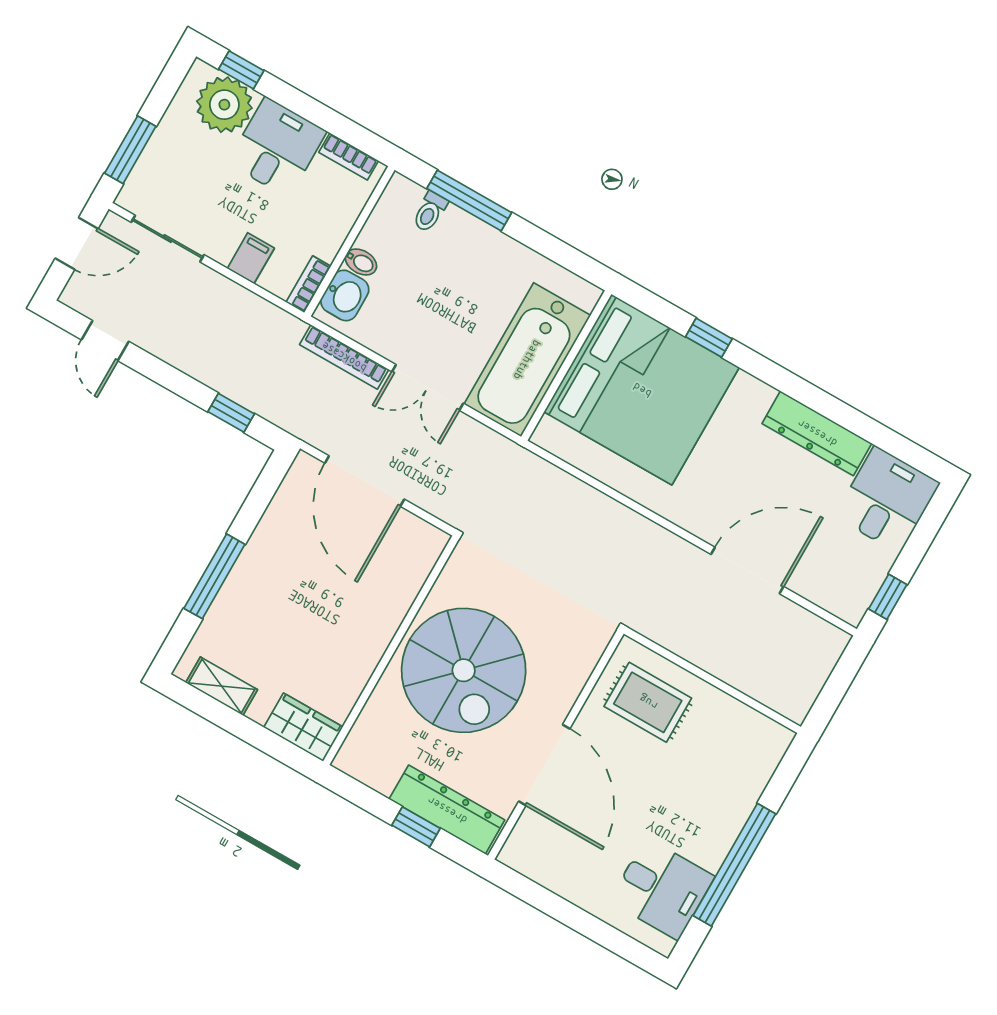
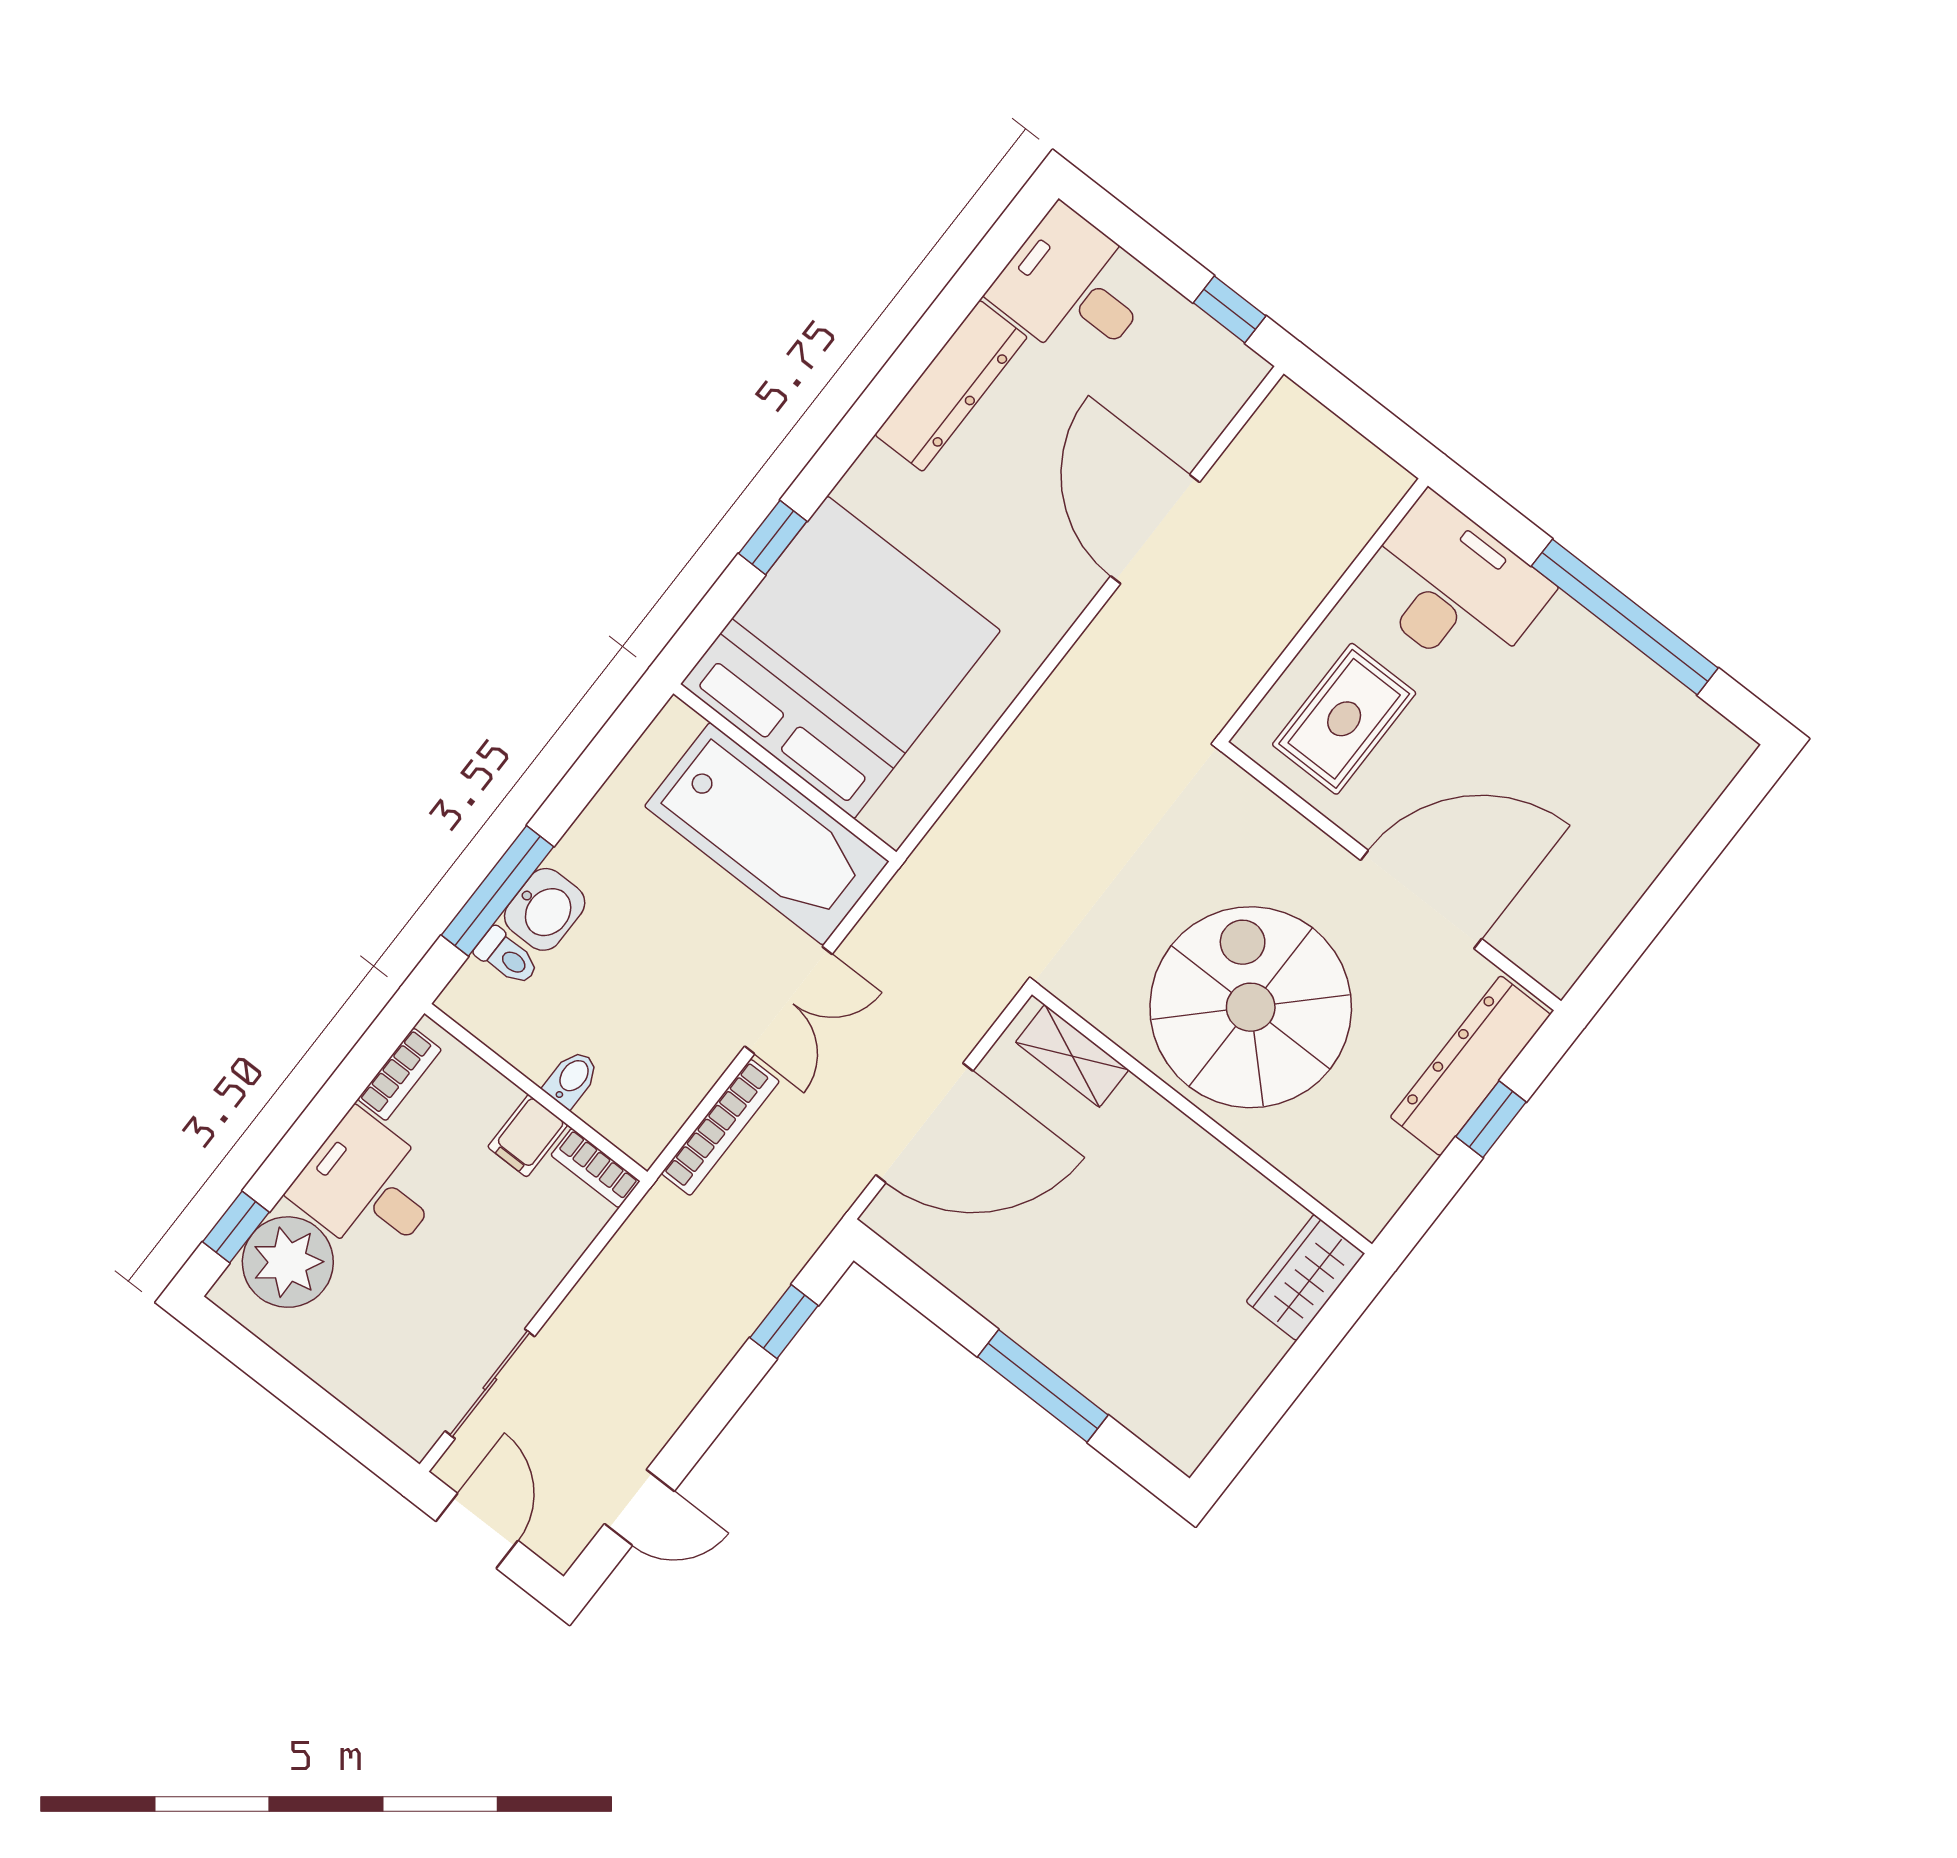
window: (130, 150) -> (339, 1423), removed
filing cabinet: (251, 258) -> (528, 1136), moved, turned -90
washbasin: (345, 295) -> (545, 909), moved, turned 90
spiral stairs: (464, 670) -> (1251, 1007), turned -90
shelving: (222, 686) -> (1072, 1056), moved, turned 90
desk: (662, 889) -> (1453, 588), moved, width x1.37

